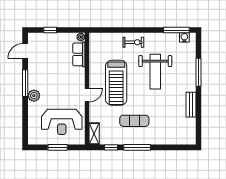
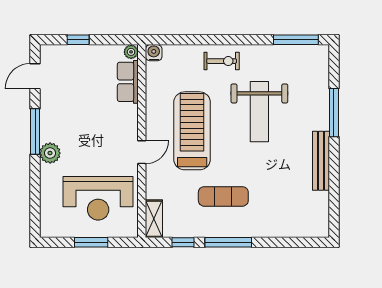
water cooler: (184, 37) -> (154, 53), moved
treadmill: (116, 83) -> (192, 131), turned 180
bench: (191, 105) -> (321, 161), width x1.36

